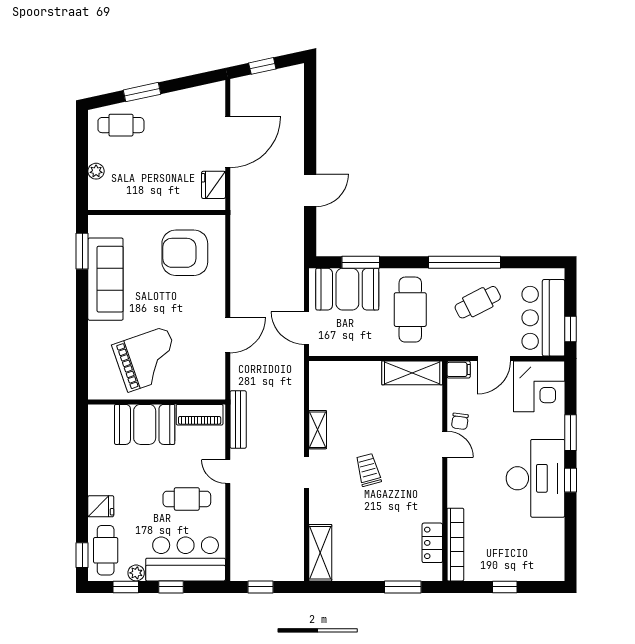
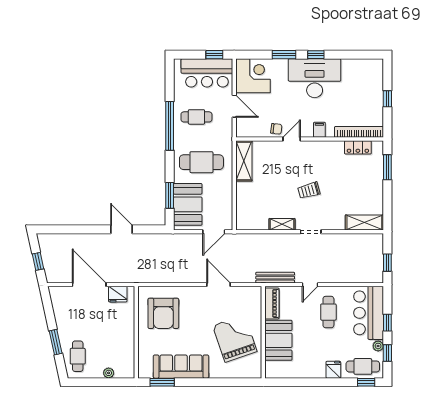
cafe table: (478, 302) -> (196, 117), turned -63
filing cabinet: (459, 369) -> (319, 130), moved

